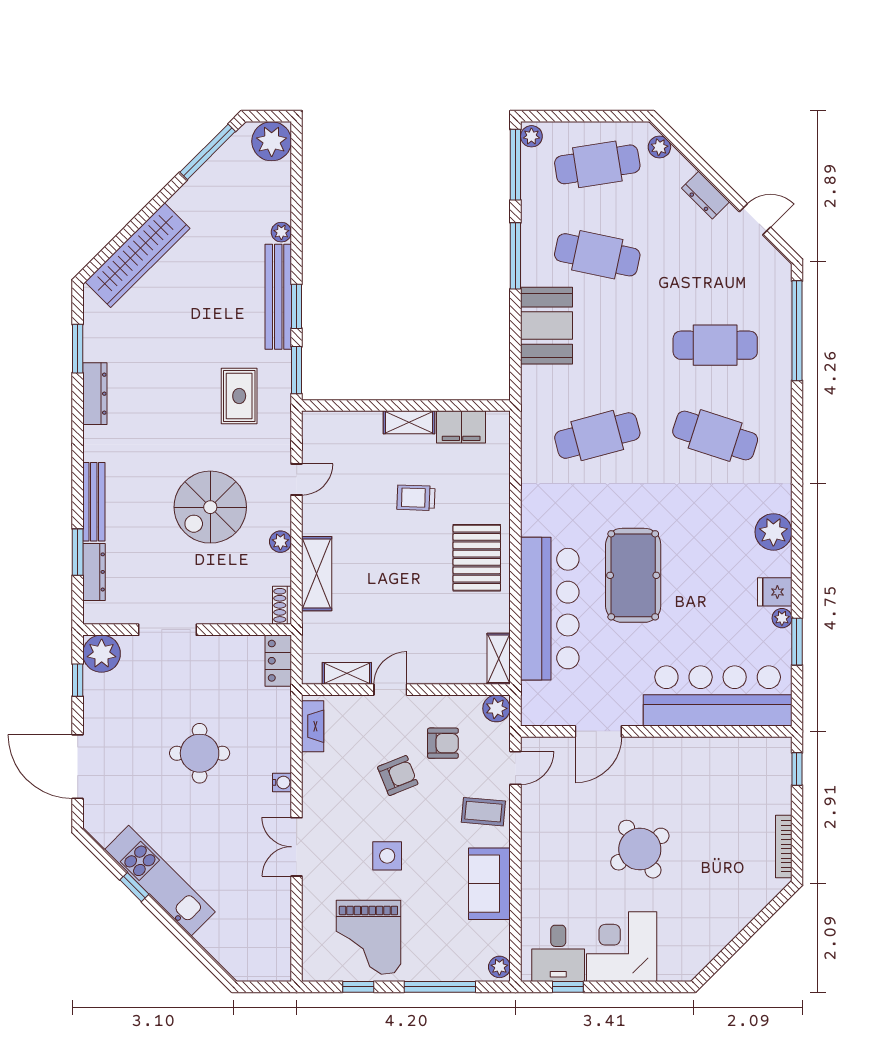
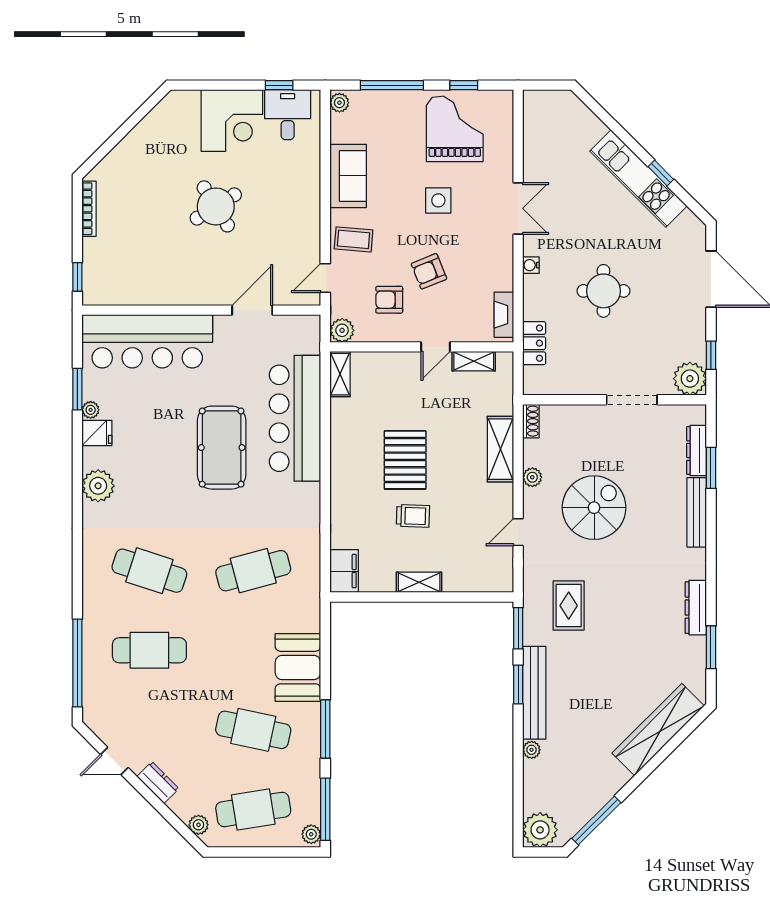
filing cabinet: (461, 427) -> (344, 571), moved, turned 90
pallet: (477, 558) -> (405, 460), moved
locker: (278, 661) -> (534, 343), moved

